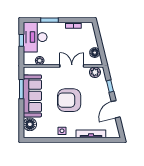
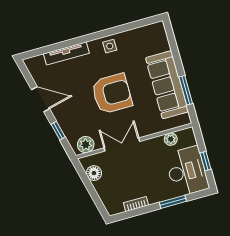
double door: (72, 66) -> (122, 145), swing flipped
door: (116, 109) -> (40, 99), hinge flipped
floor lamp: (30, 124) -> (159, 42), removed

